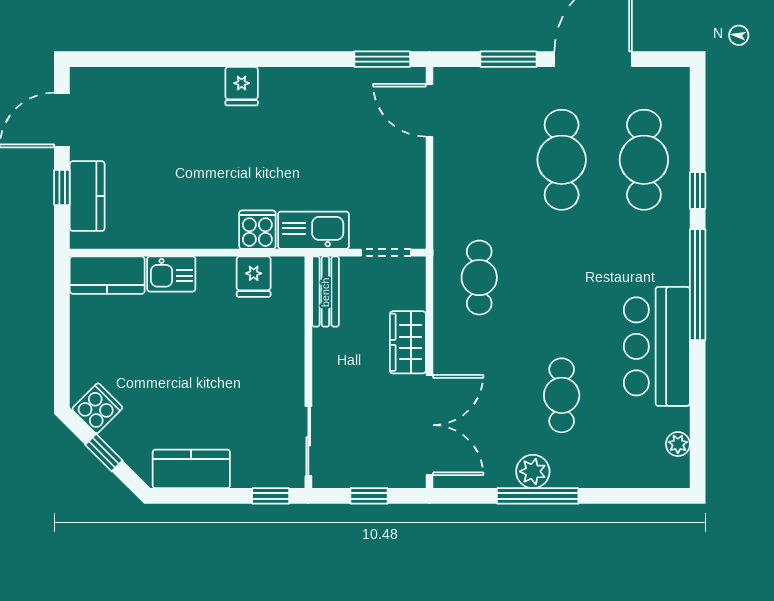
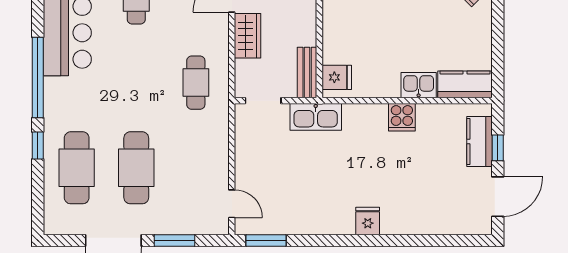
door: (430, 110) -> (232, 204), width x0.73
cooker: (257, 230) -> (402, 117), moved
fridge: (254, 277) -> (337, 77), moved, turned 90

